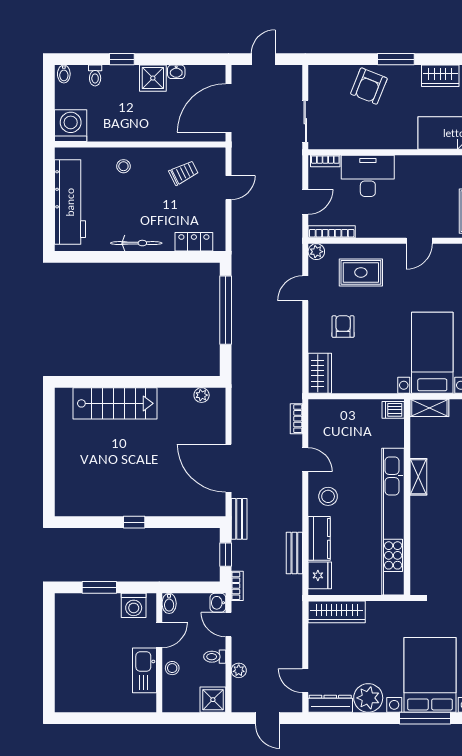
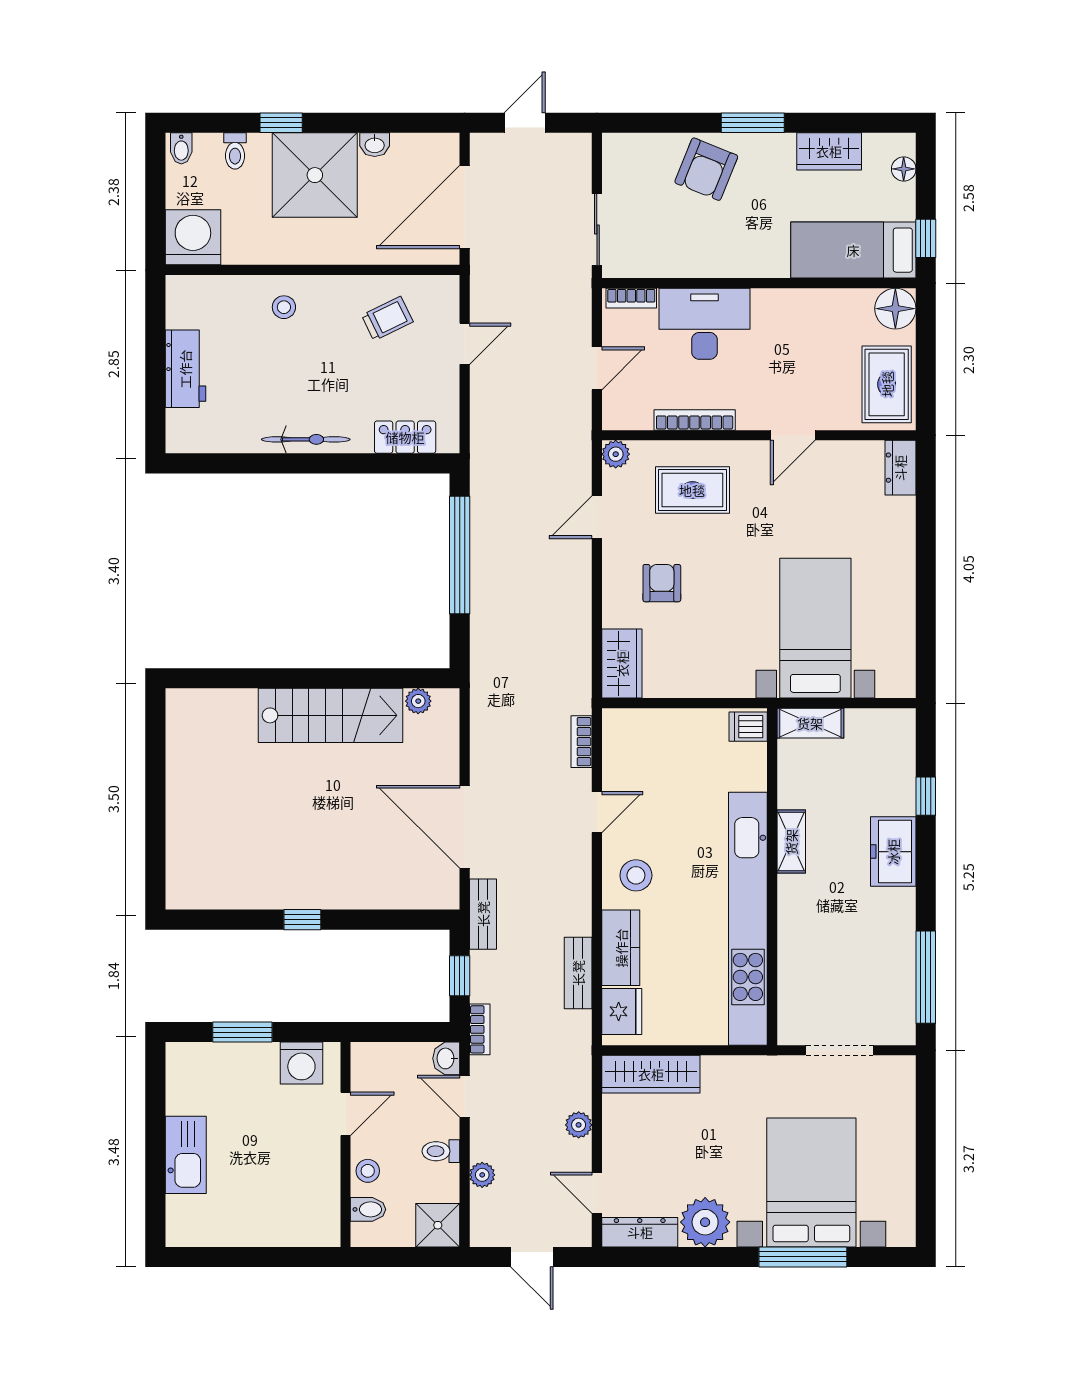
shower: (153, 78) -> (315, 175), width x1.86, depth x1.86
workbench: (70, 202) -> (185, 369), width x0.53, depth x0.76
bookcase: (332, 232) -> (695, 420), moved
stairs: (115, 403) -> (331, 715), moved
door: (305, 460) -> (597, 812), hinge flipped
bidet: (169, 603) -> (368, 1209), moved, turned -90
plant: (295, 641) -> (579, 1125), added
kitchen sink: (145, 670) -> (186, 1155), moved, turned 180

